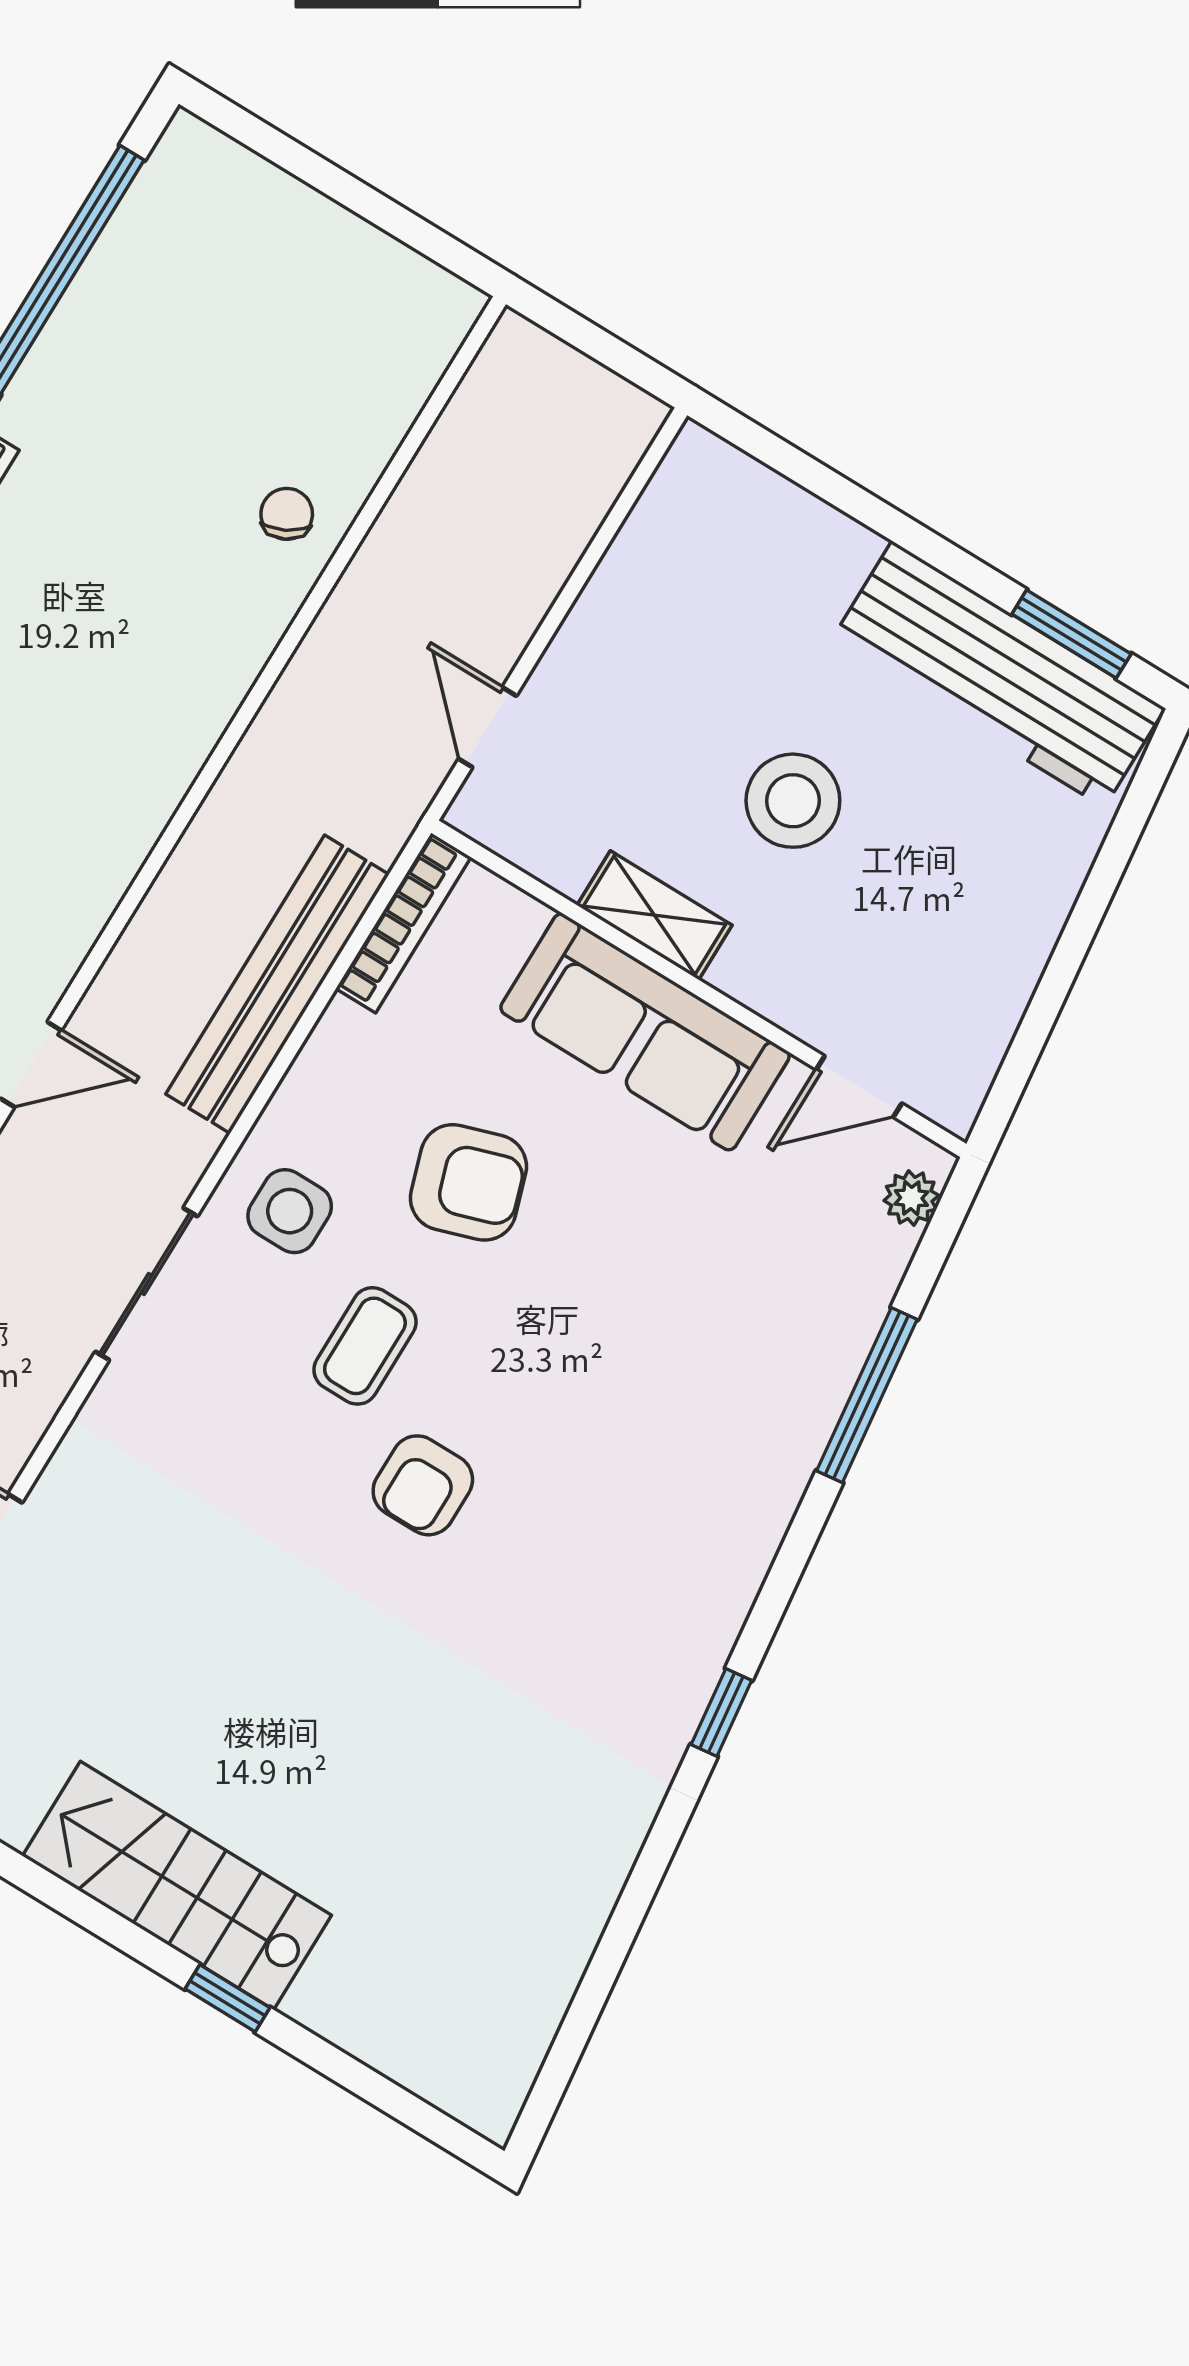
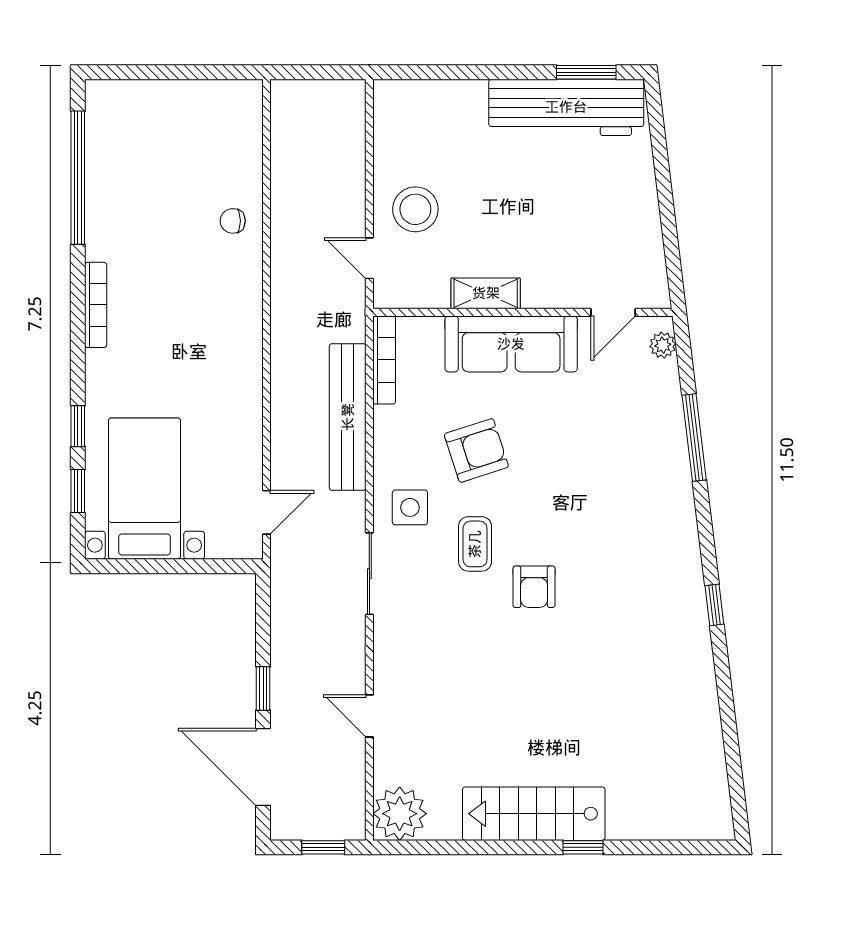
chair: (287, 514) -> (233, 221), turned -62
stool: (793, 801) -> (415, 209), moved

